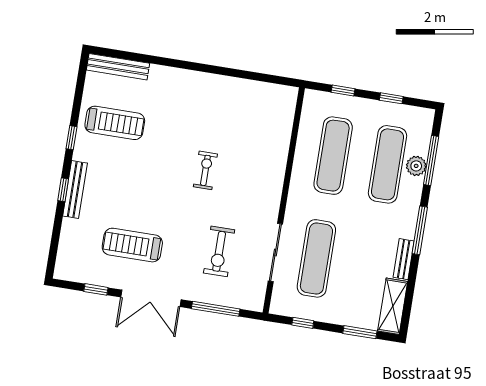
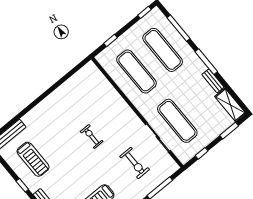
window: (391, 98) -> (144, 12), moved
treadmill: (115, 123) -> (33, 159), turned 90
plant: (416, 166) -> (175, 37), removed

